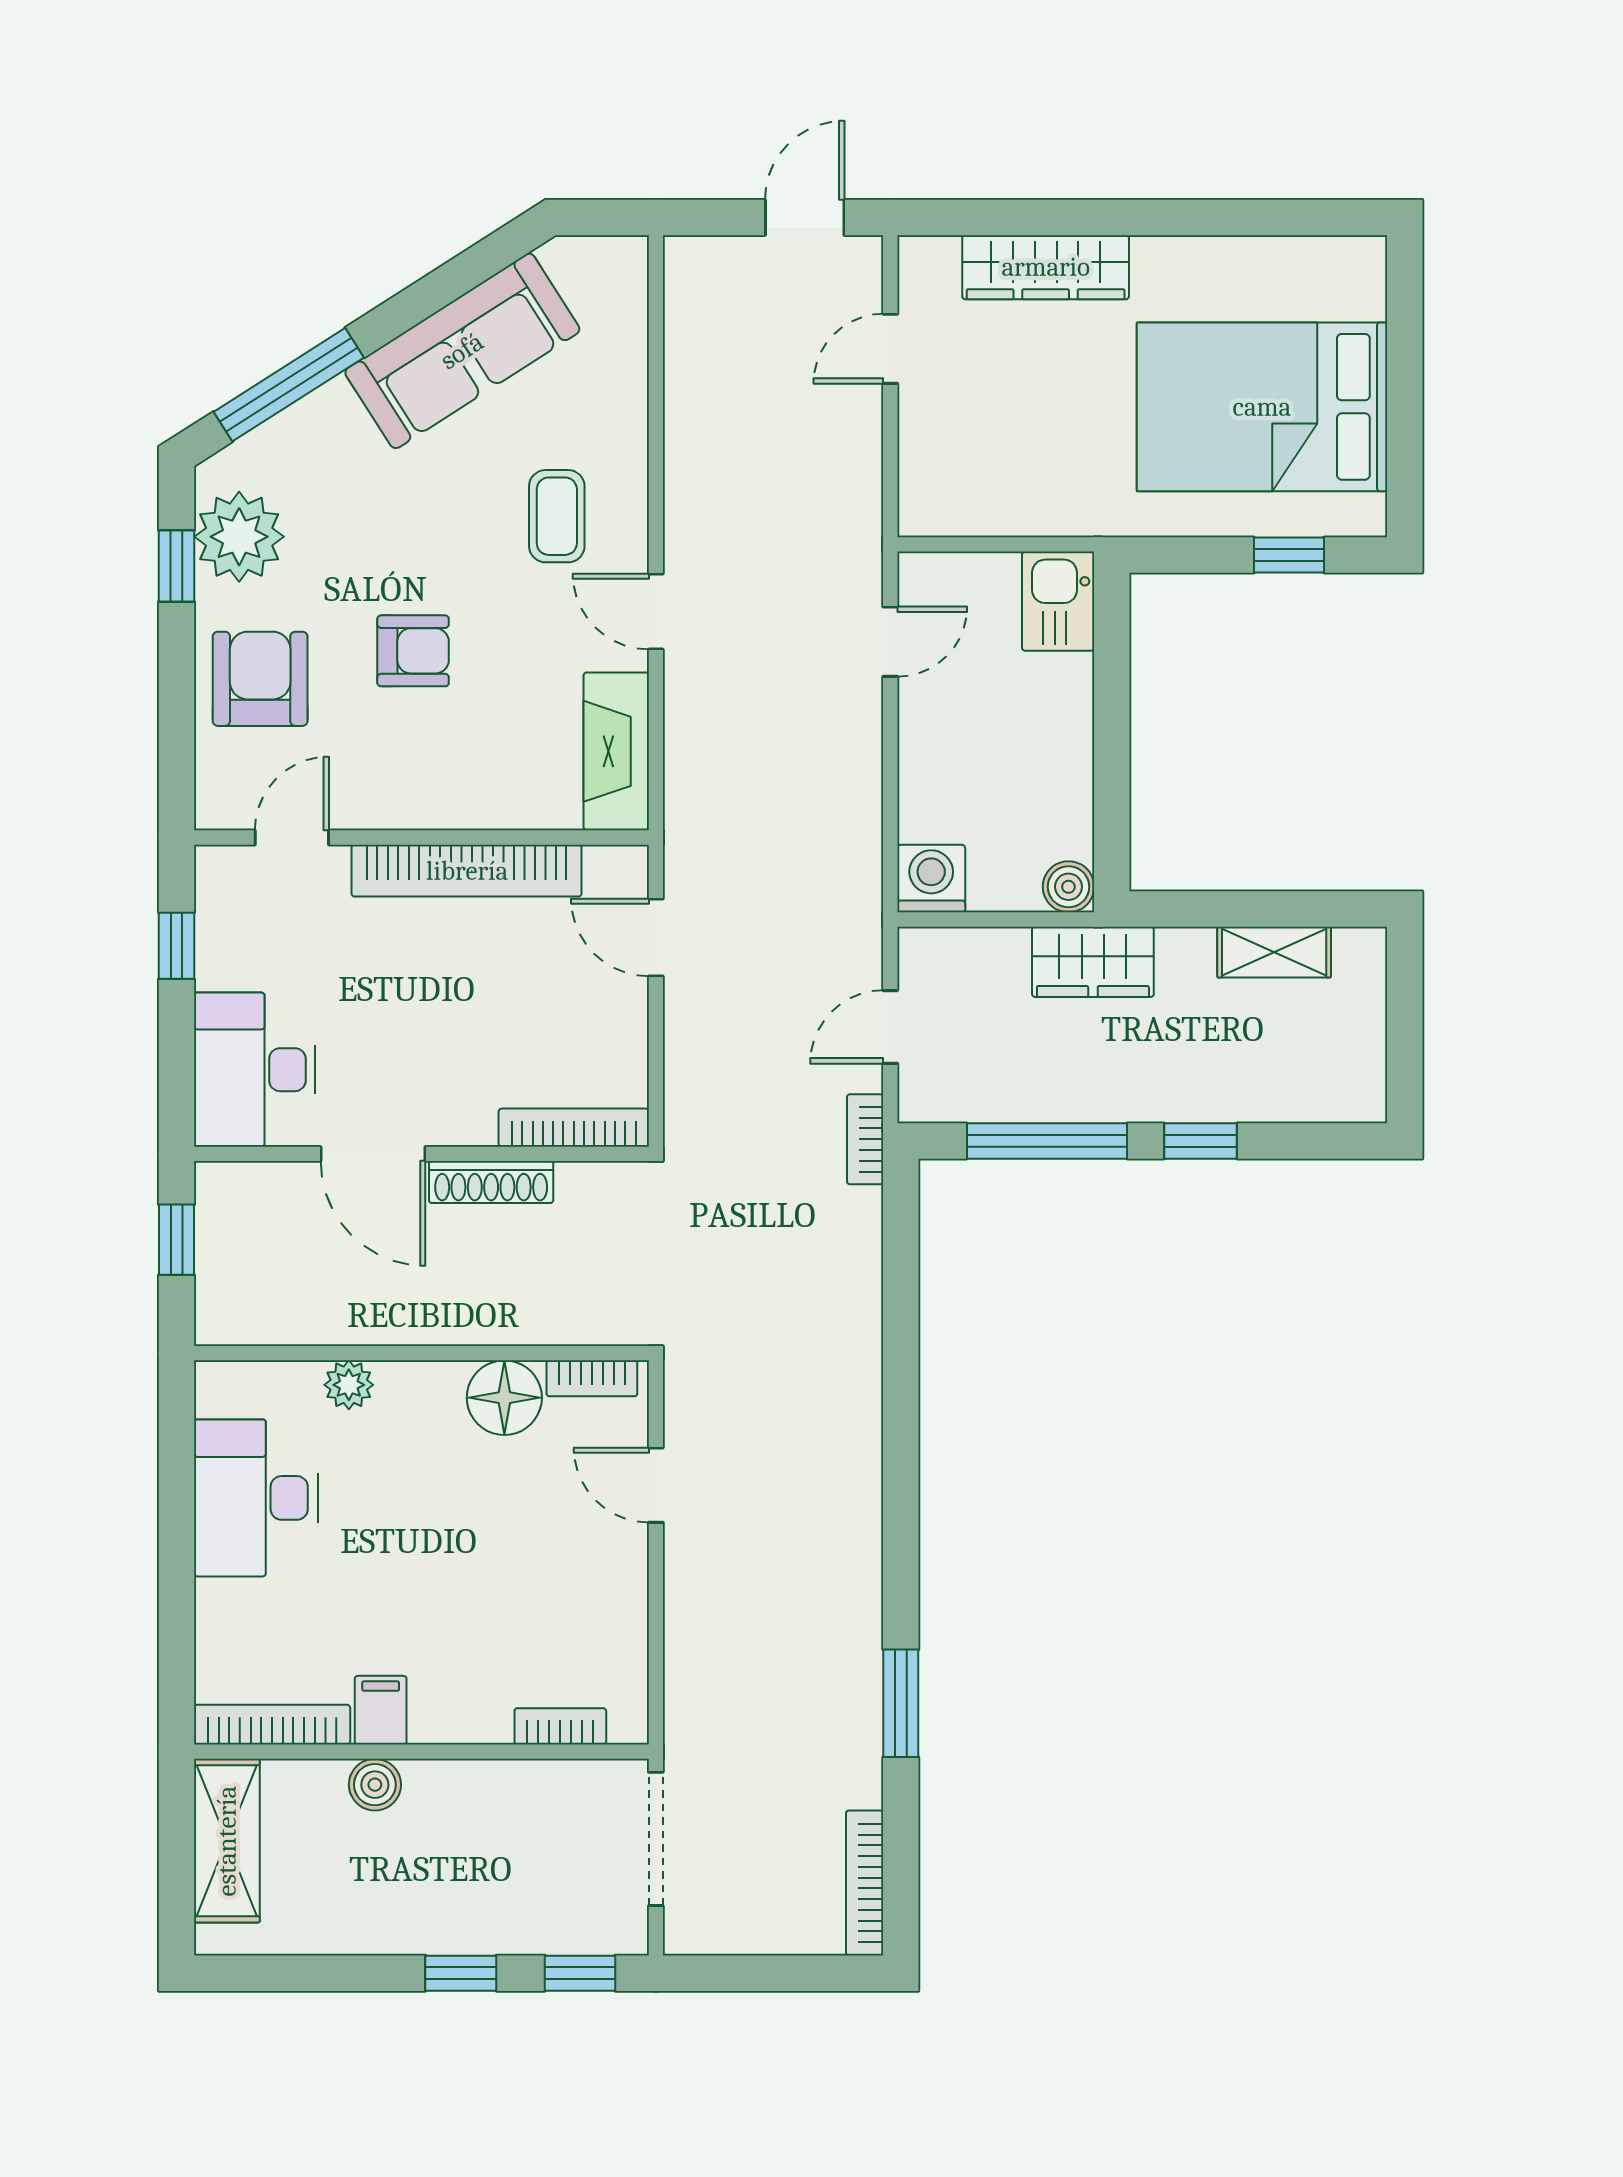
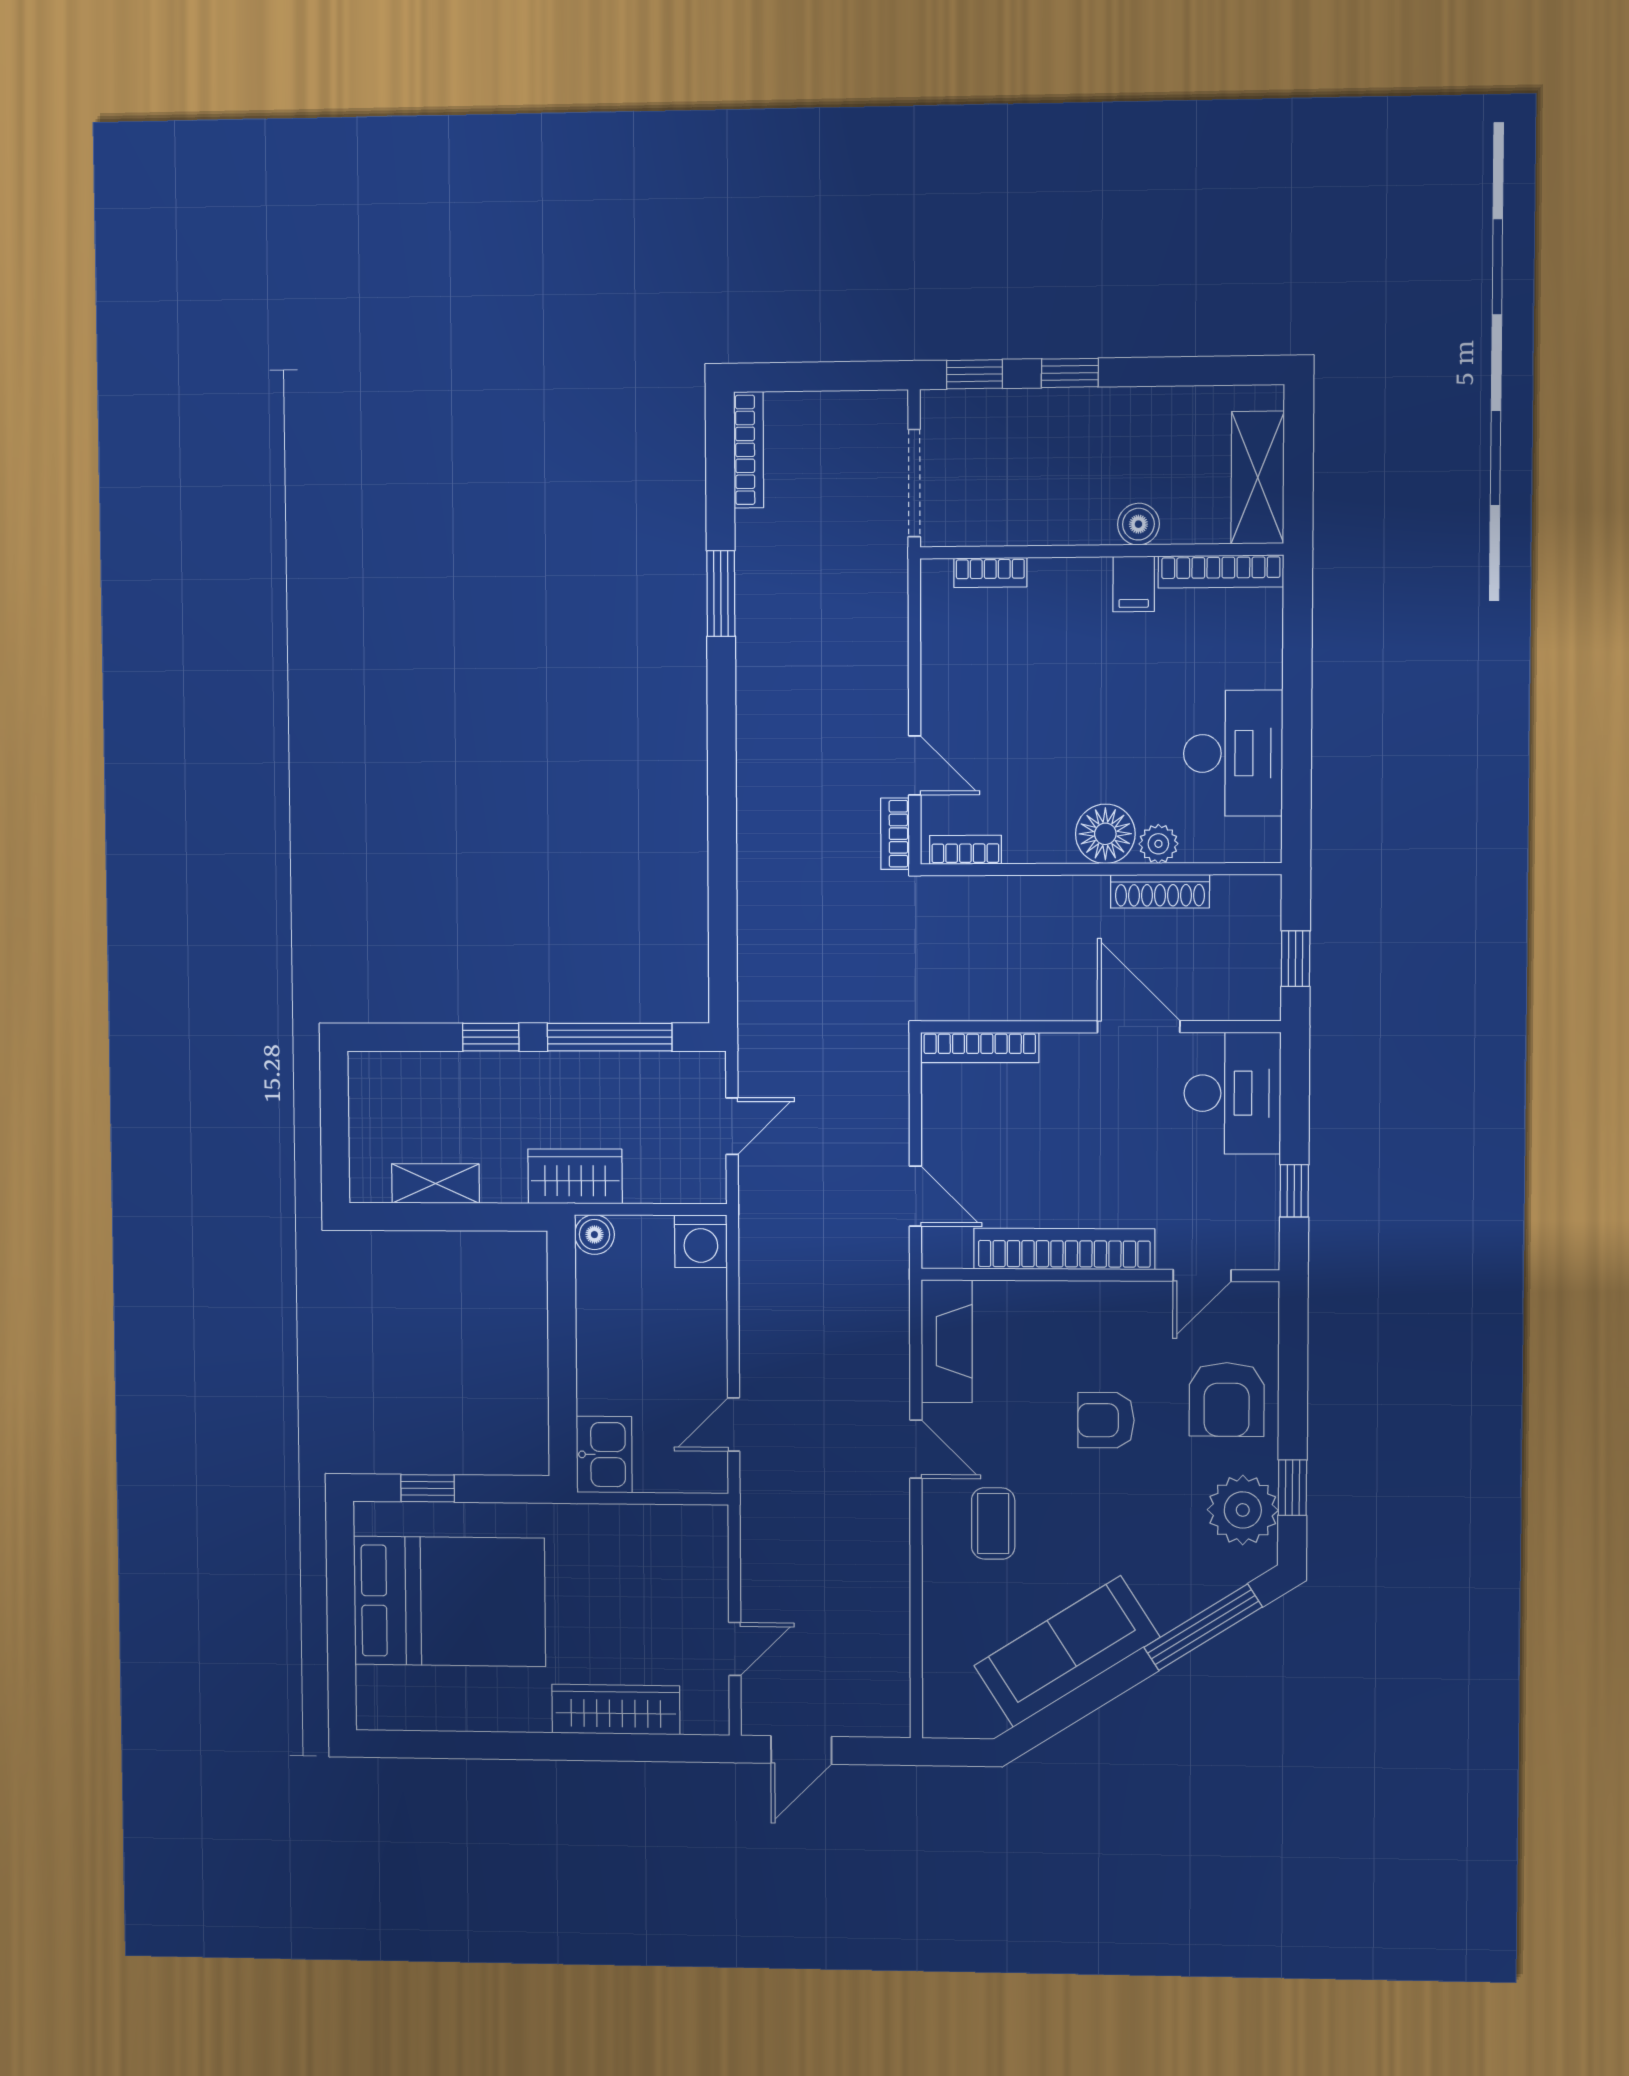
bookcase: (865, 1139) -> (895, 834), moved, turned 180
shoe rack: (491, 1182) -> (1160, 891), moved, turned 180
floor lamp: (504, 1398) -> (1105, 834), moved

